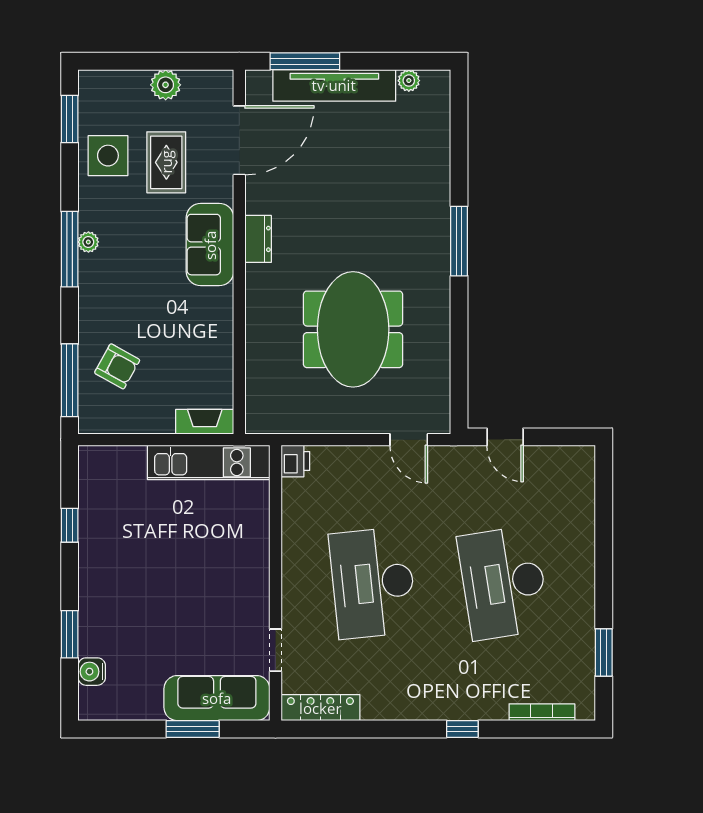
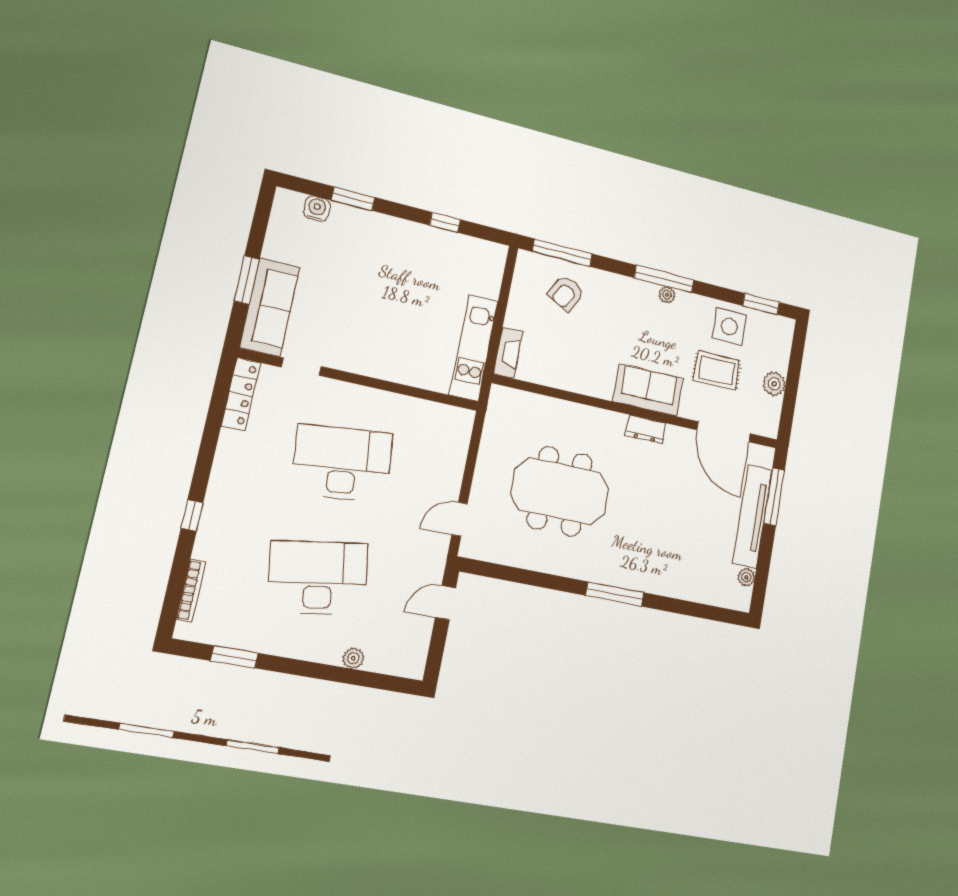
printer: (295, 461) -> (461, 420), removed
plant: (584, 526) -> (353, 658), added

